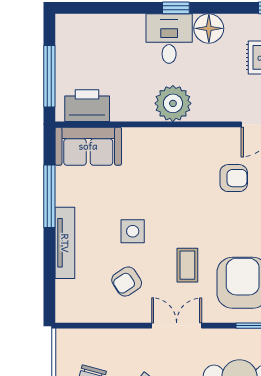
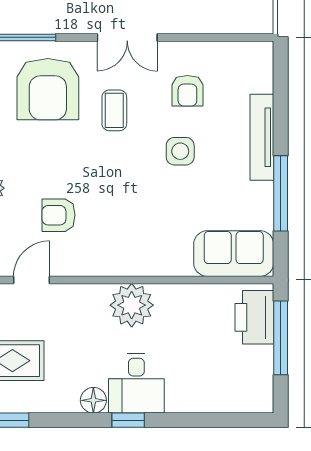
floor lamp: (209, 28) -> (93, 400), width x0.73, depth x0.73
printer: (87, 106) -> (254, 317), moved, turned 90
armchair: (127, 282) -> (187, 91), turned 123

